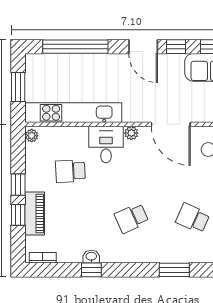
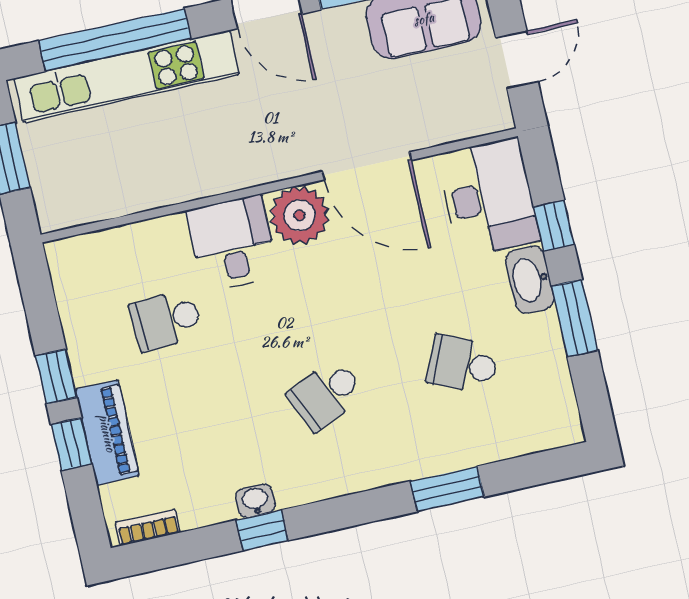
kitchen unit: (73, 113) -> (126, 76), moved, turned 180
plant: (131, 133) -> (300, 215), width x1.88, depth x1.88
plant: (32, 136) -> (62, 260), removed

